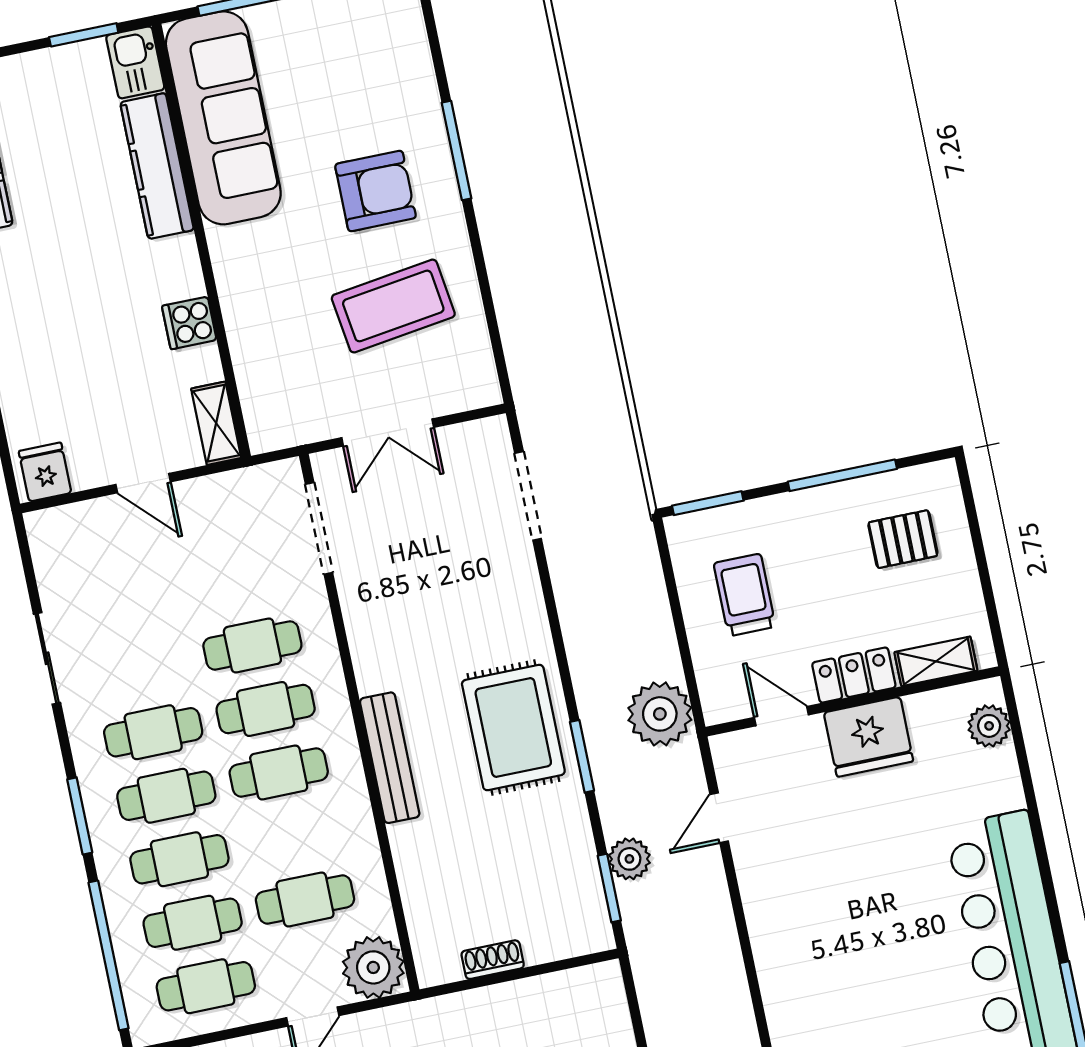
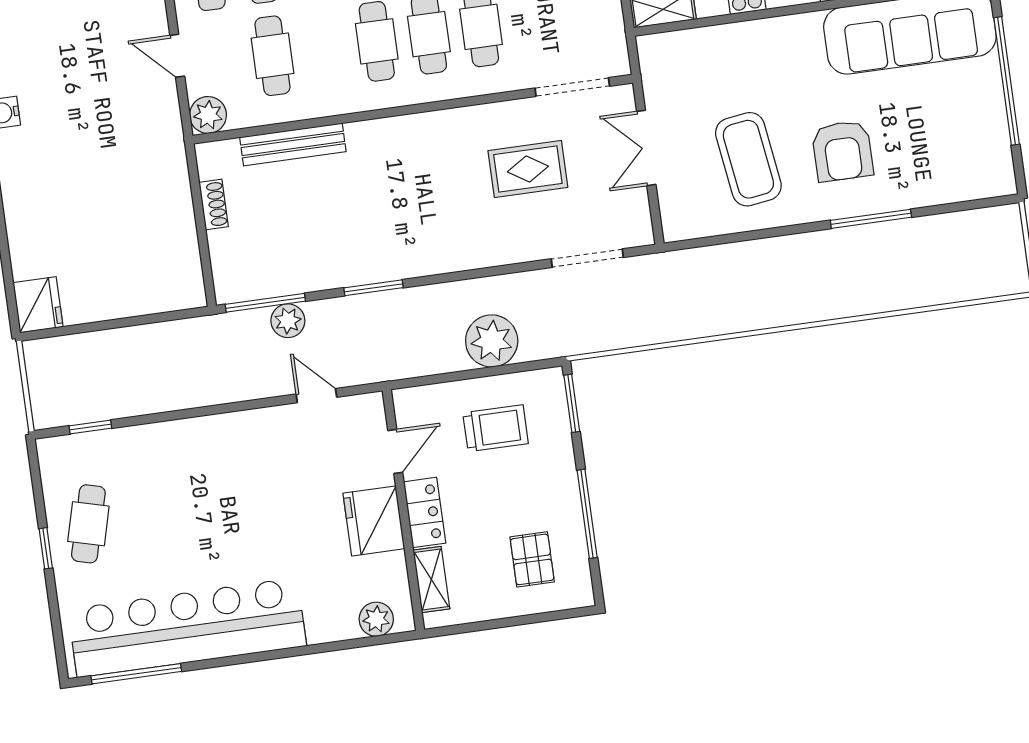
plant: (660, 714) -> (492, 341), moved
rug: (513, 727) -> (528, 169), moved, width x0.73, depth x0.70
bench: (390, 758) -> (293, 144), moved
window: (609, 888) -> (265, 303), width x1.44
plant: (373, 967) -> (208, 115), width x0.73, depth x0.73

